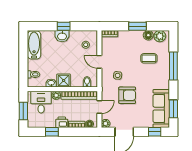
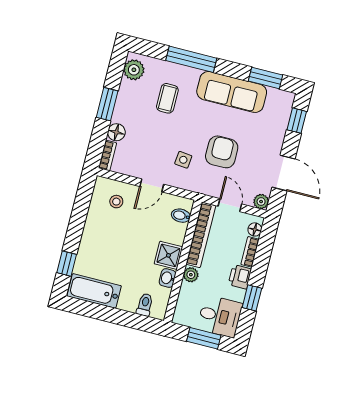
window: (64, 26) -> (67, 264), moved
floor lamp: (148, 35) -> (116, 132), moved
washbasin: (62, 36) -> (91, 239), removed
desk: (41, 102) -> (220, 316), moved, turned 180
sofa: (161, 109) -> (232, 92), moved

